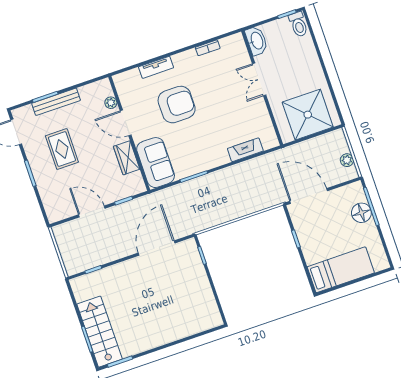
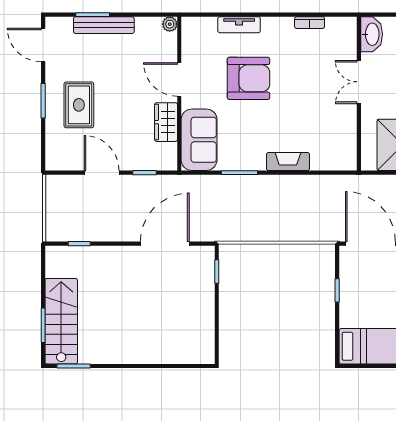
plant: (111, 103) -> (170, 24), moved
rug: (62, 149) -> (79, 105), moved
fireplace: (245, 150) -> (288, 161), moved

